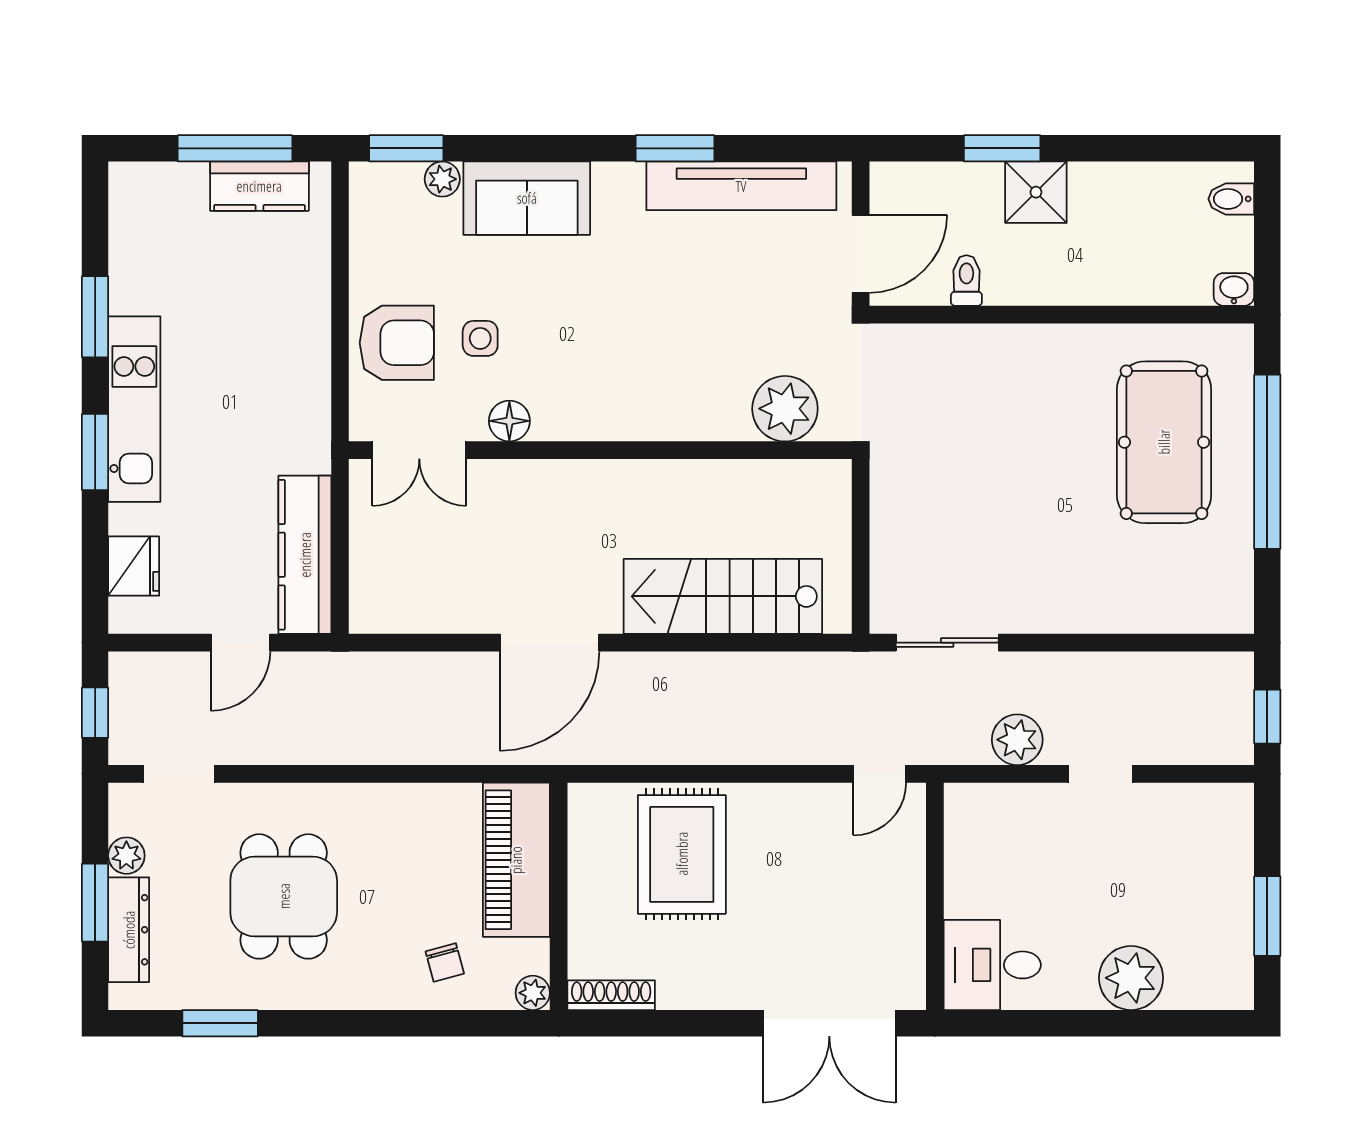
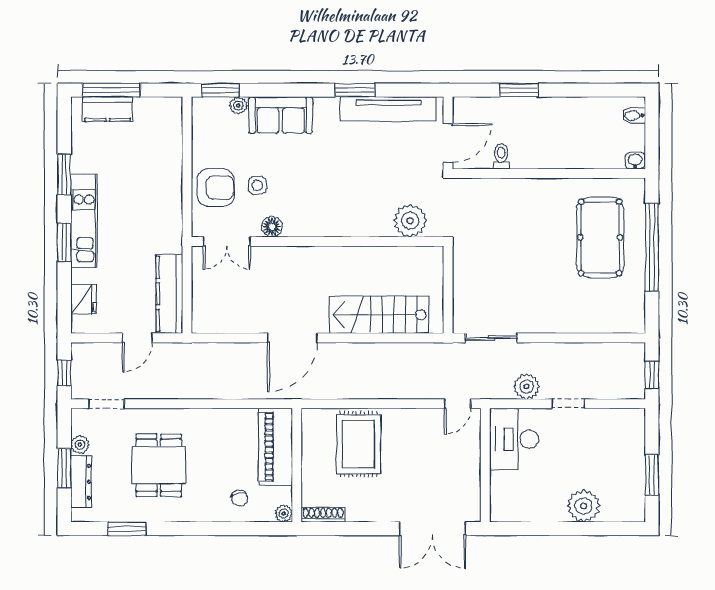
window: (235, 148) -> (111, 90), moved
kitchen counter: (259, 186) -> (108, 109), moved
shower: (1036, 192) -> (536, 112), removed
desk: (992, 965) -> (514, 439), moved, width x1.37

